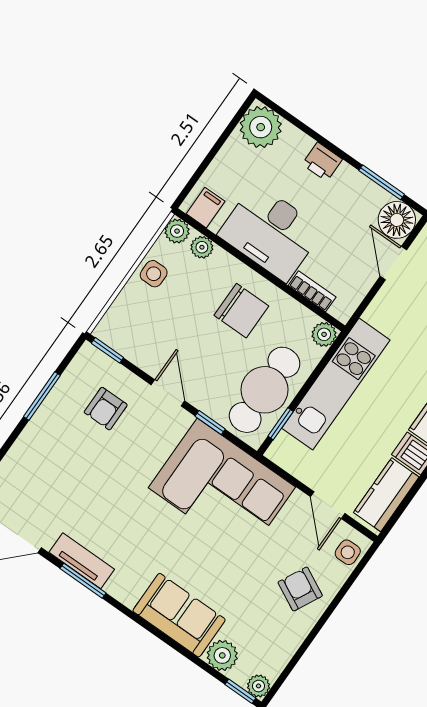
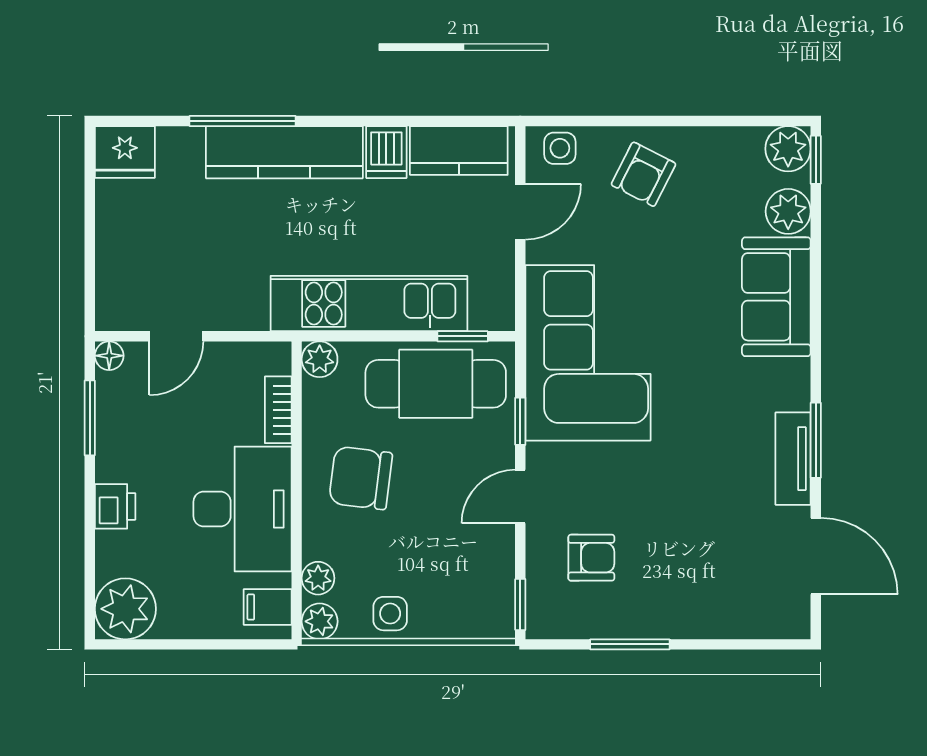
floor lamp: (397, 220) -> (109, 356), width x0.53, depth x0.53
chair: (241, 311) -> (361, 478), turned -83
plant: (259, 686) -> (788, 149), width x1.38, depth x1.38

